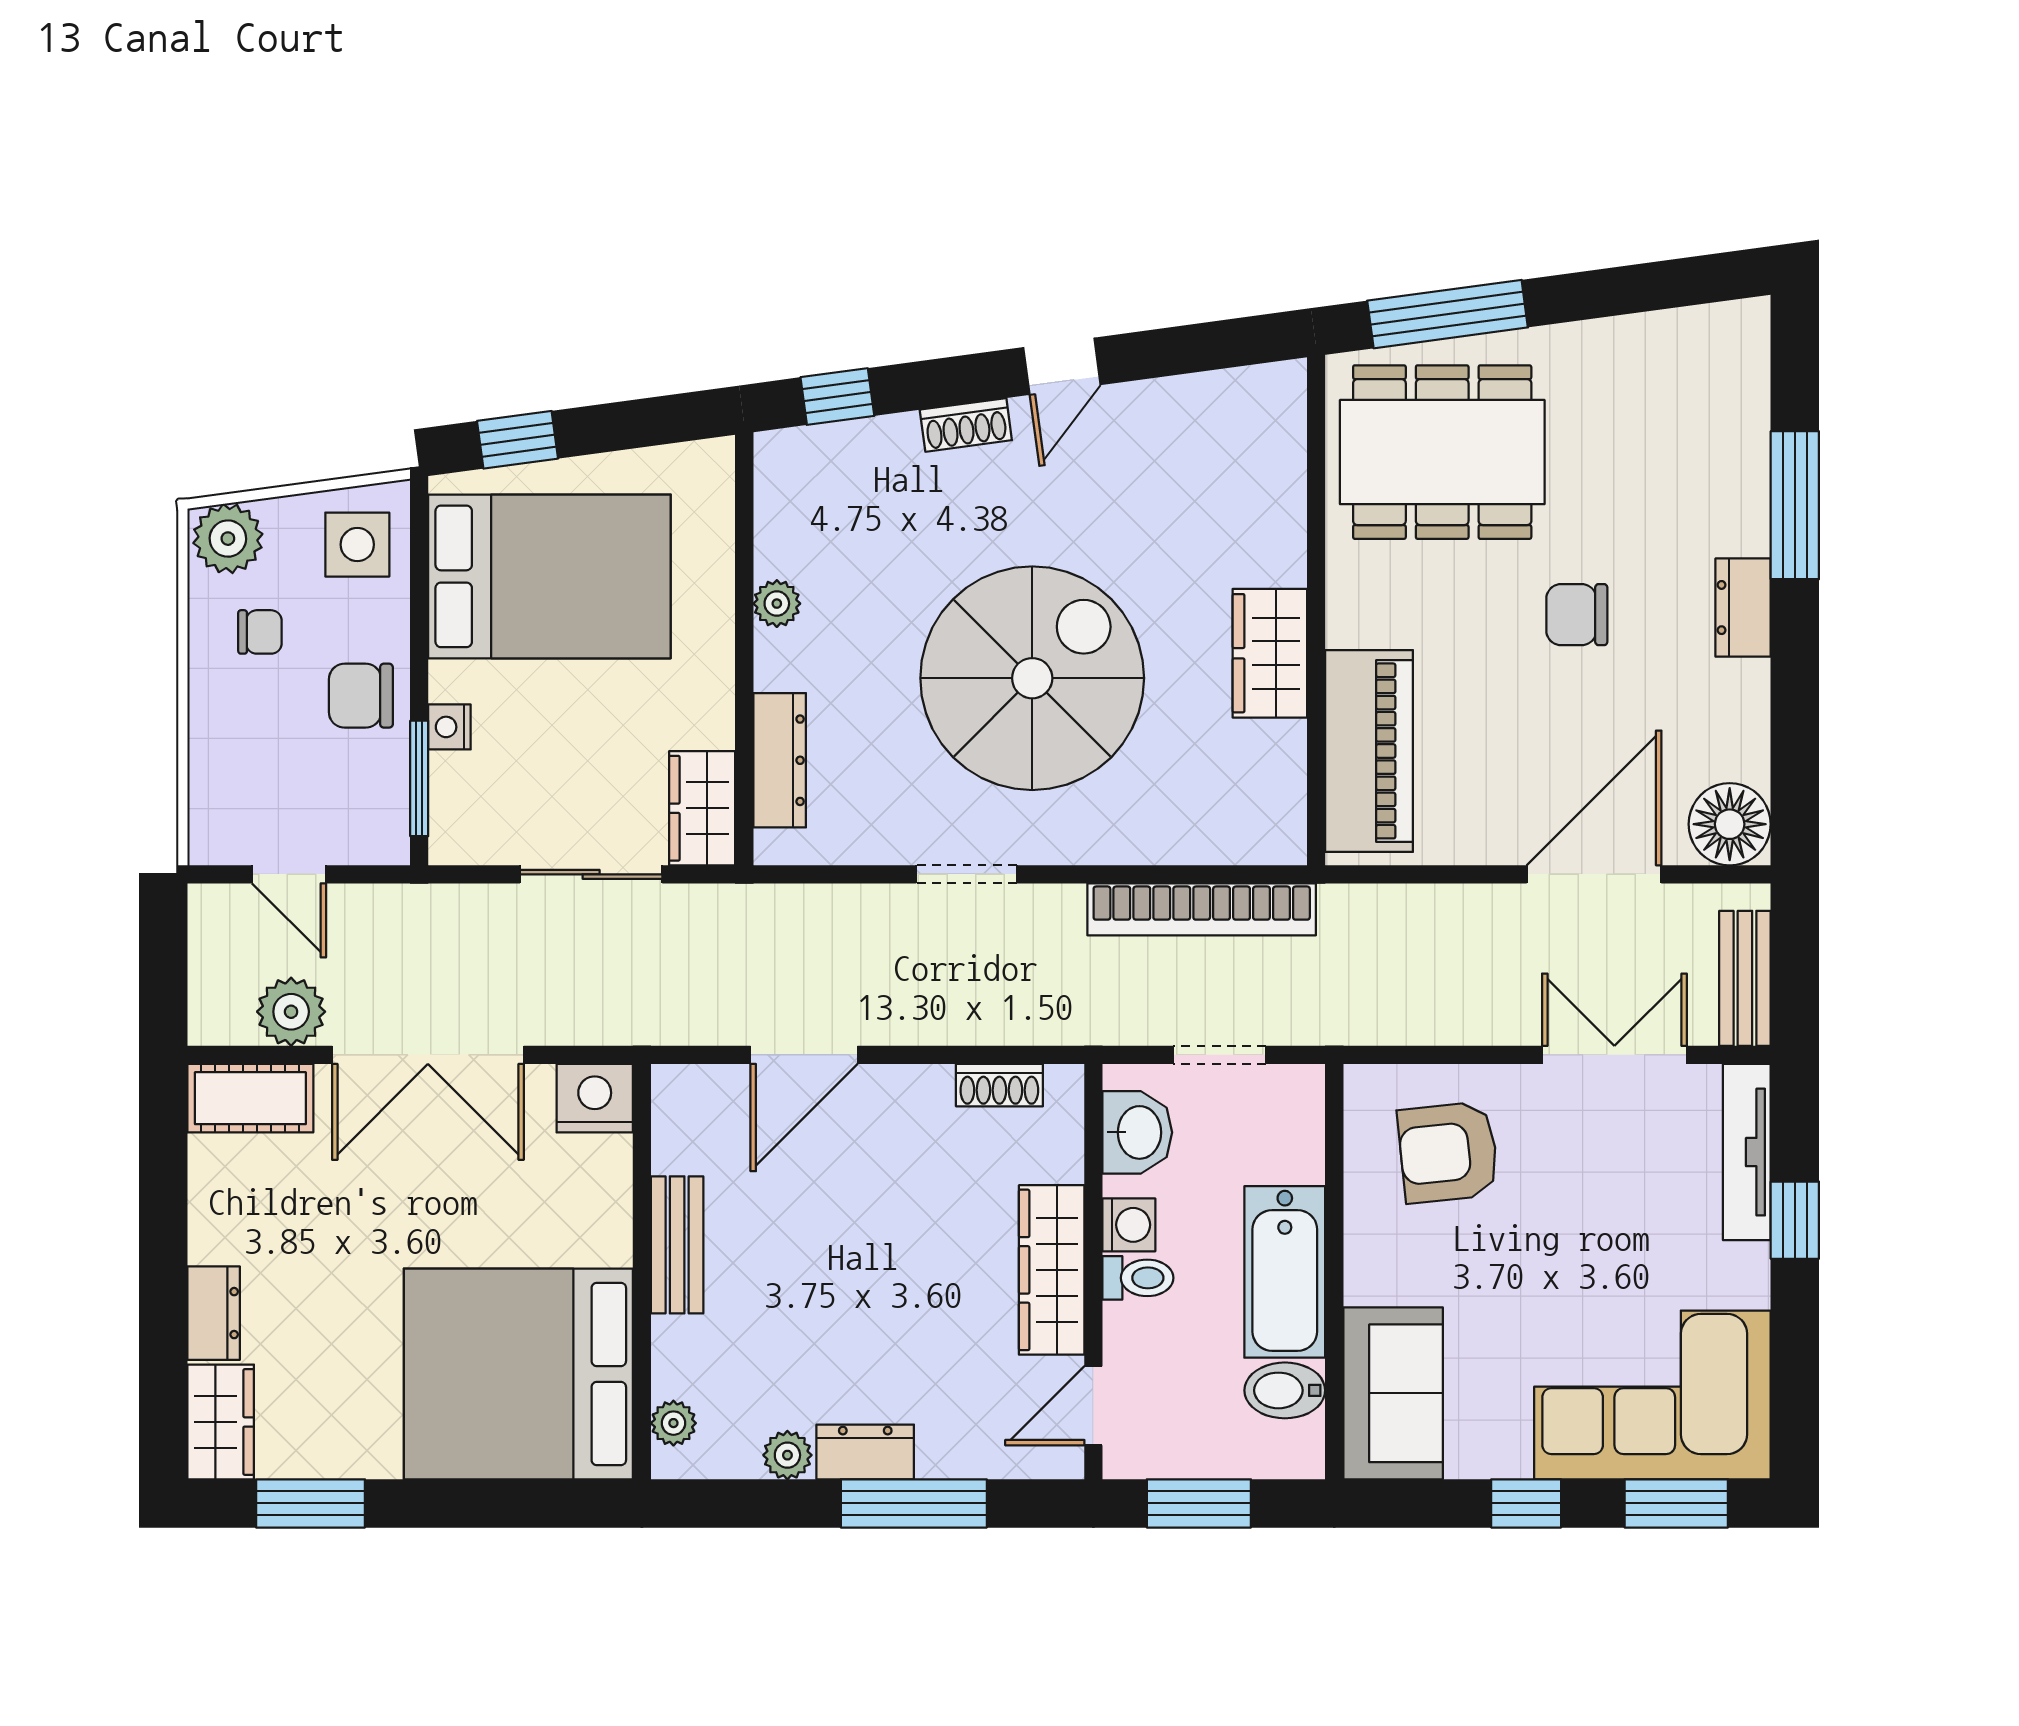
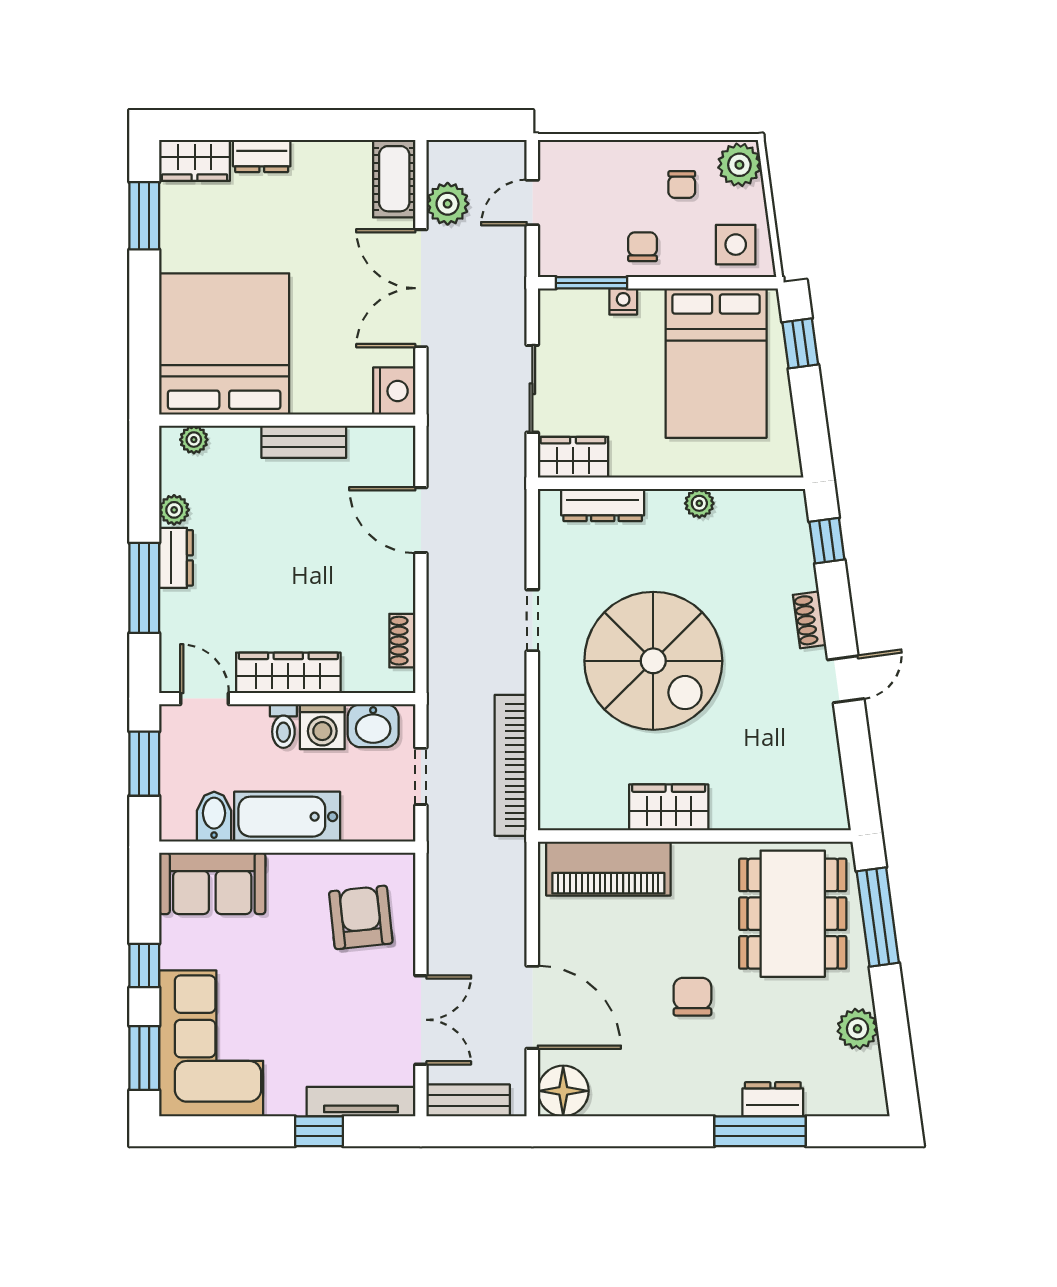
plant: (1629, 347) -> (857, 1029), added
door: (1062, 366) -> (846, 679), swing flipped
dresser: (1743, 608) -> (773, 1099), moved
chair: (361, 696) -> (642, 247), width x0.73, depth x0.73
washing machine: (1129, 1225) -> (322, 727), width x1.38, depth x1.38

